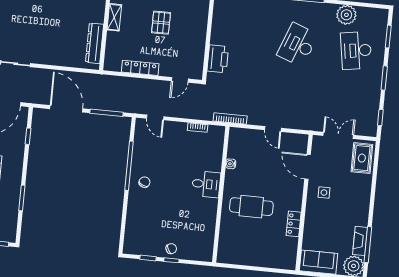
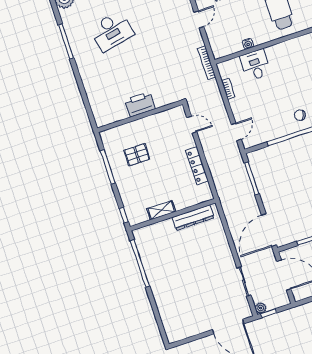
pallet: (161, 23) -> (137, 155), moved
desk: (297, 45) -> (112, 31), turned -33
printer: (218, 59) -> (140, 104), moved
door: (66, 109) -> (269, 230), moved
desk: (206, 184) -> (255, 65), moved

